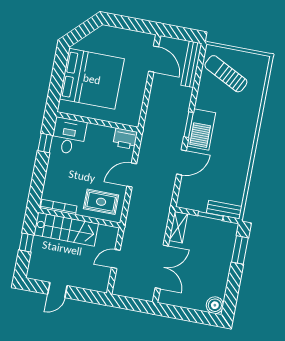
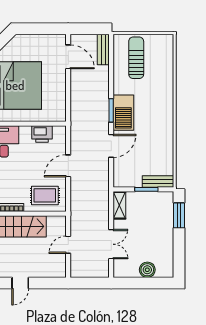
bench: (191, 64) -> (103, 50), width x0.73
sun lounger: (226, 74) -> (136, 58), turned 63
printer: (125, 139) -> (42, 134), moved
double door: (162, 267) -> (111, 244), width x0.73
boiler: (215, 305) -> (147, 270), moved

